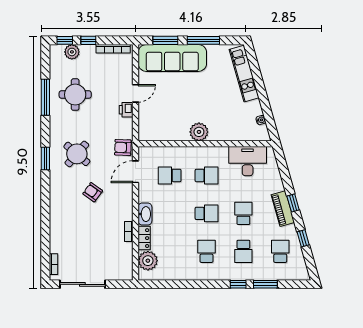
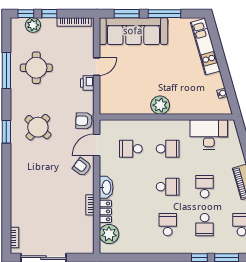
armchair: (93, 192) -> (82, 167), moved

